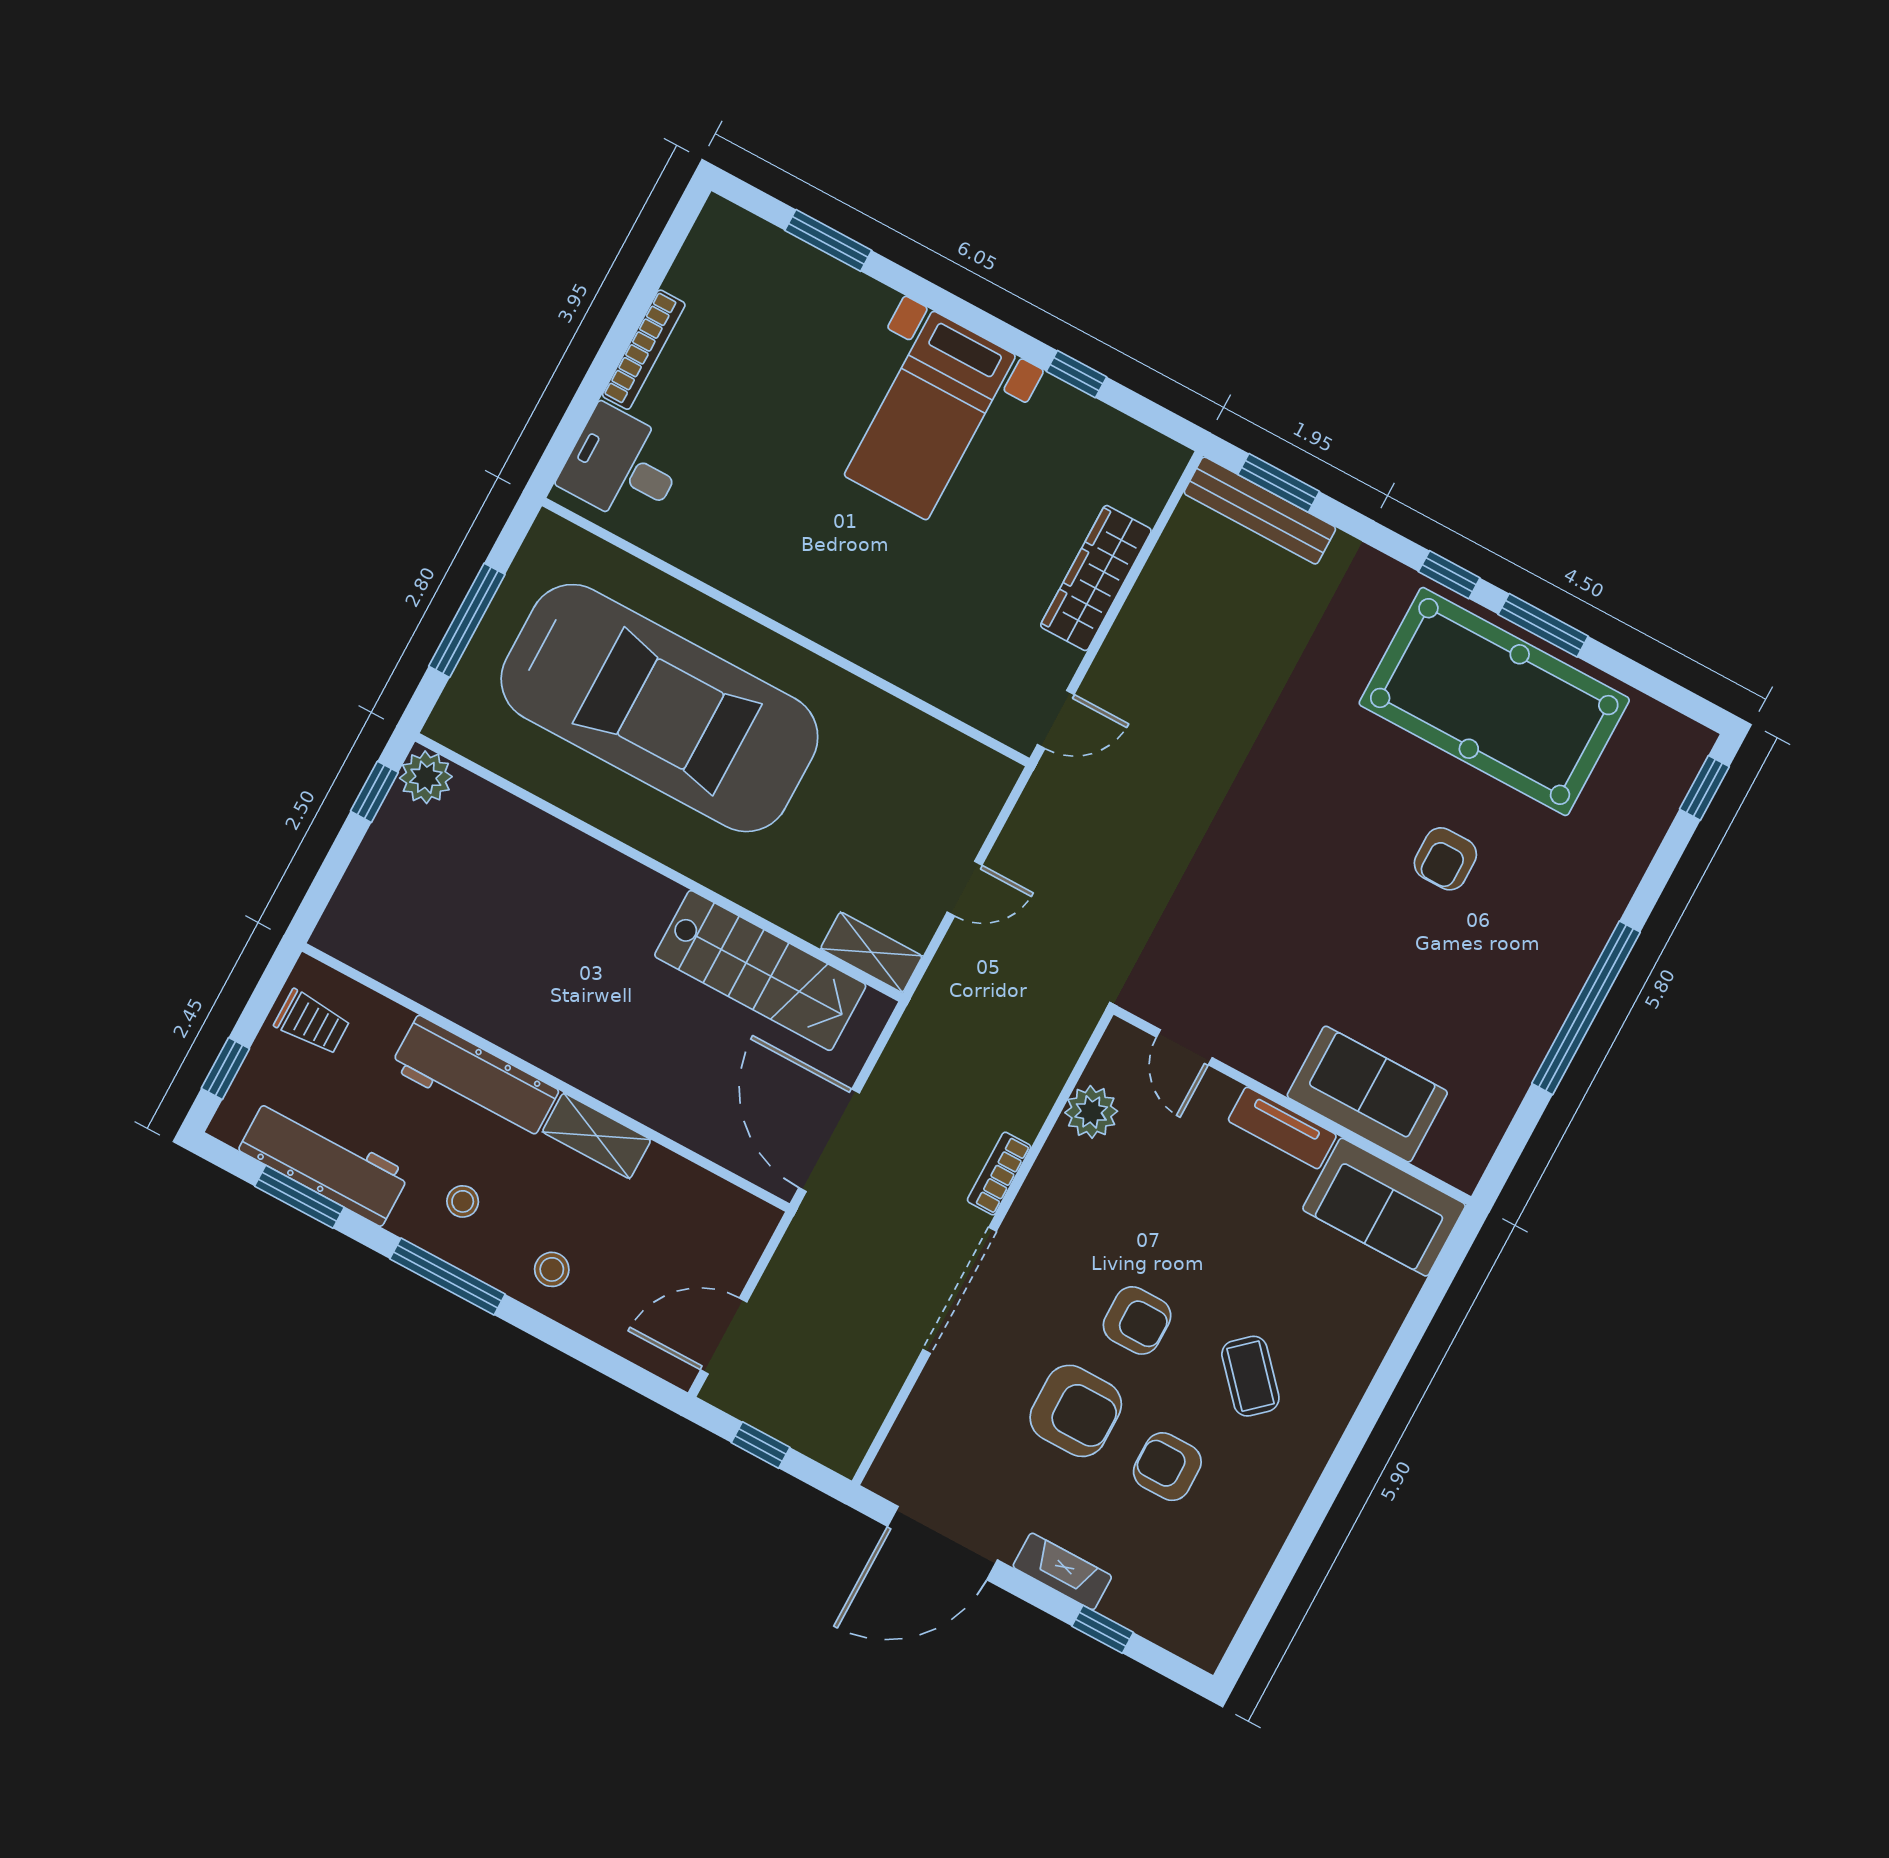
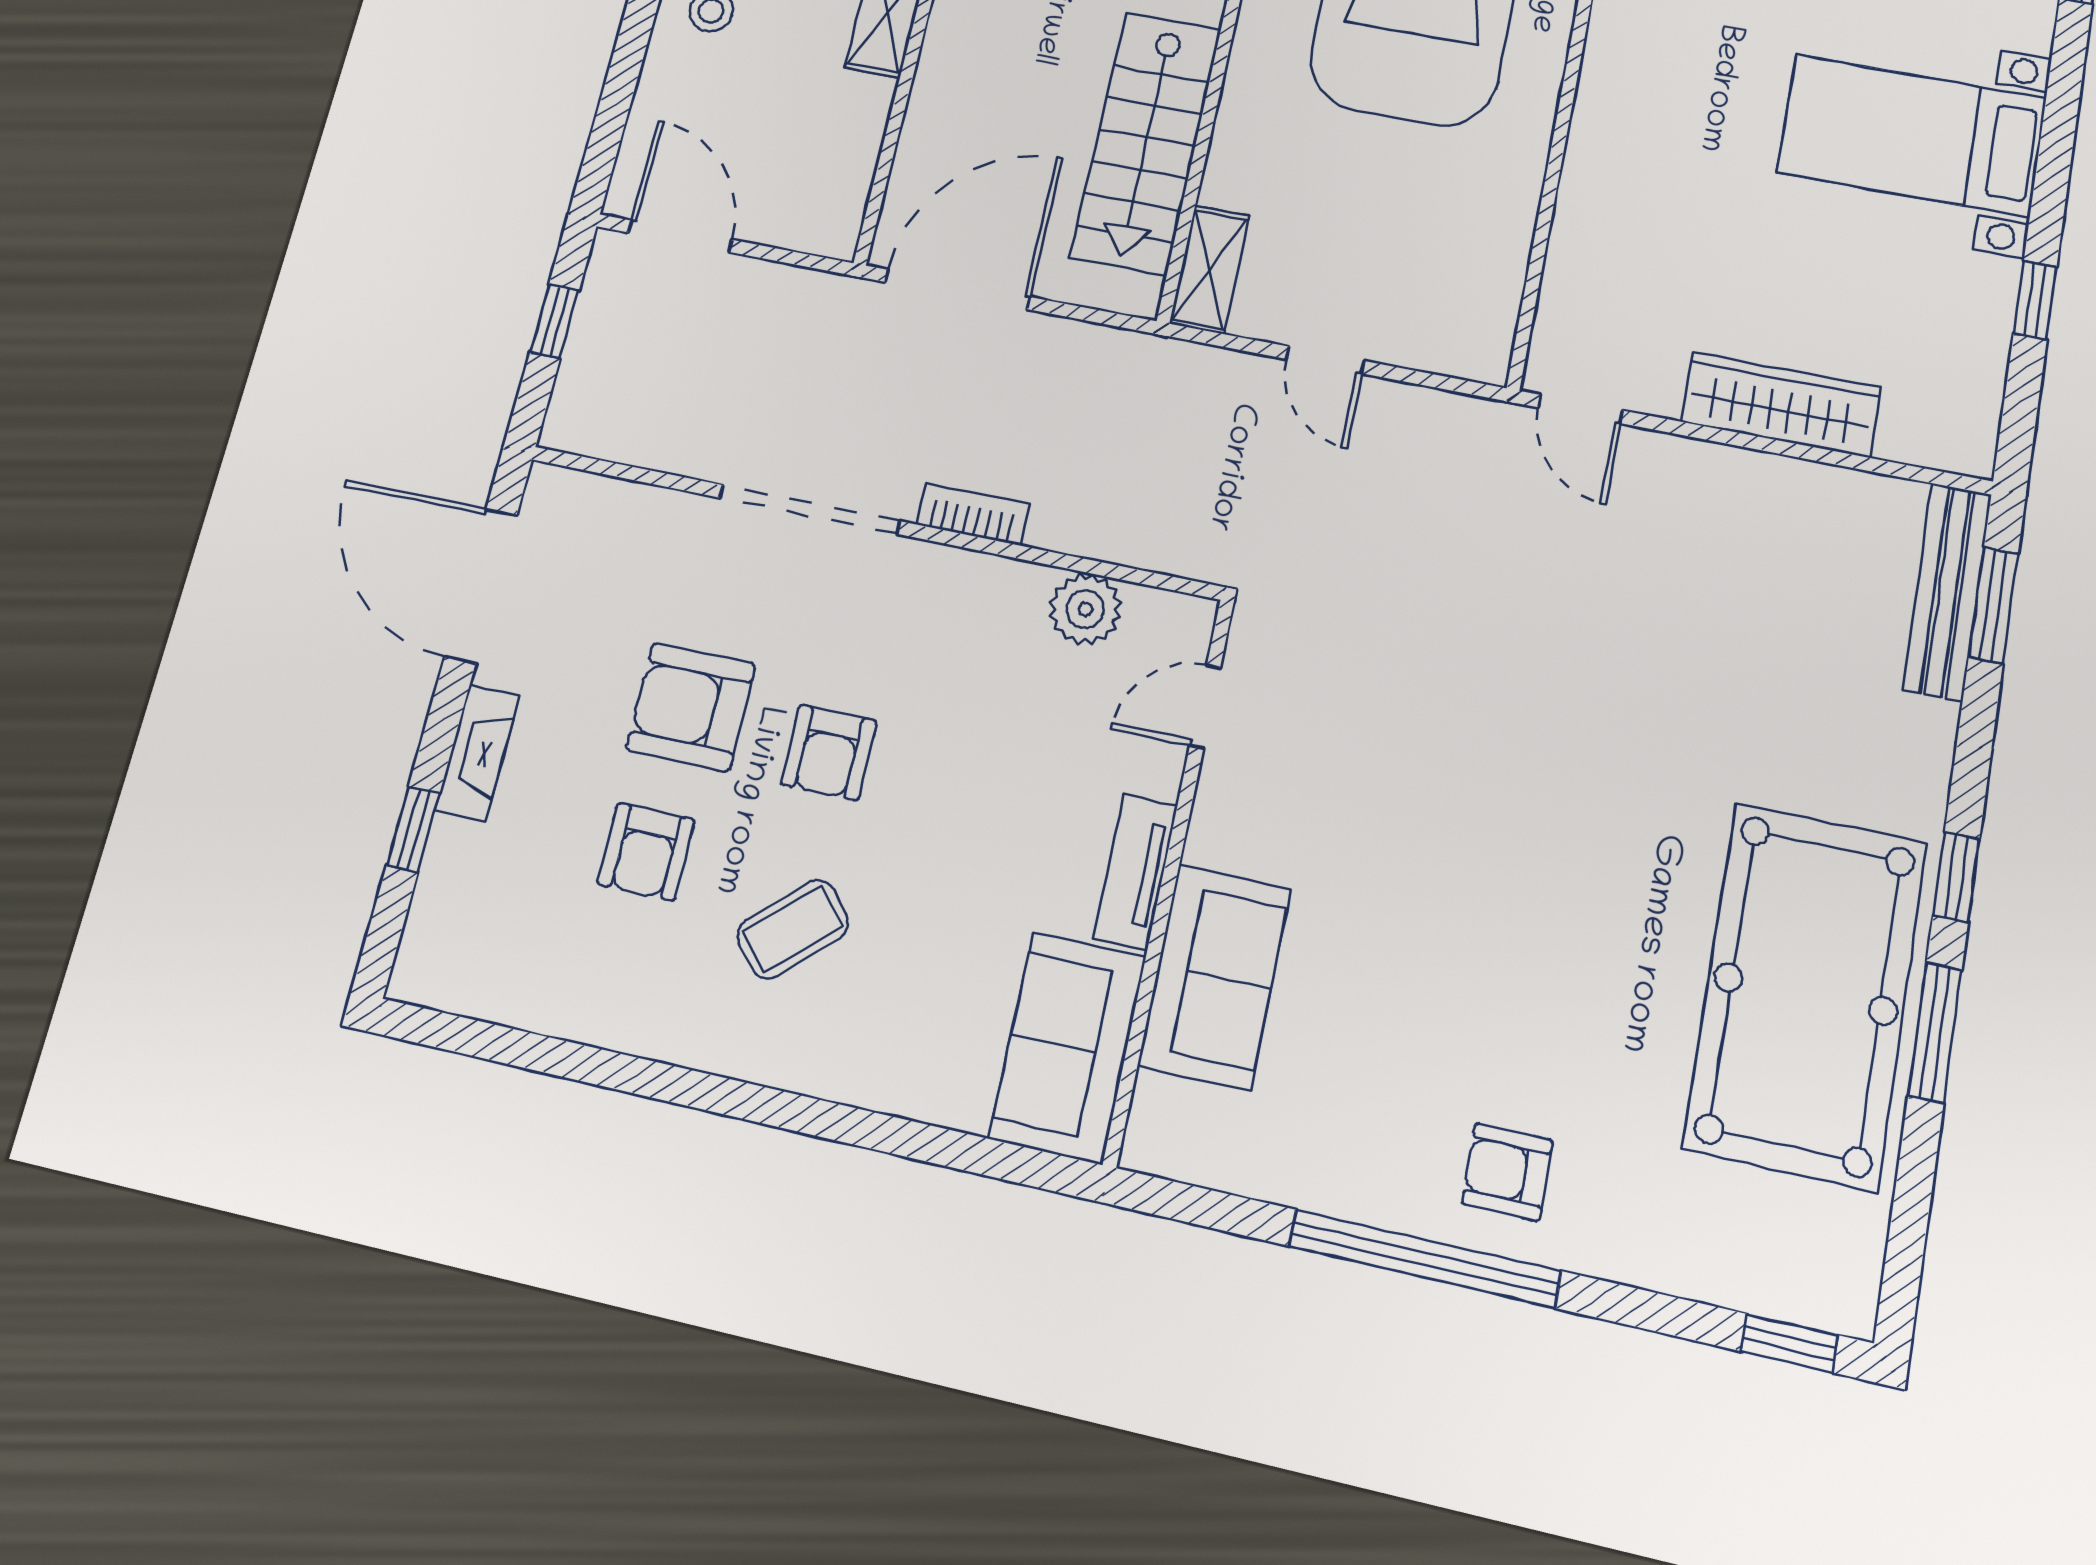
armchair: (1445, 859) -> (1507, 1172), moved
armchair: (1076, 1411) -> (691, 707), turned 90
armchair: (1167, 1467) -> (646, 852), turned 180

